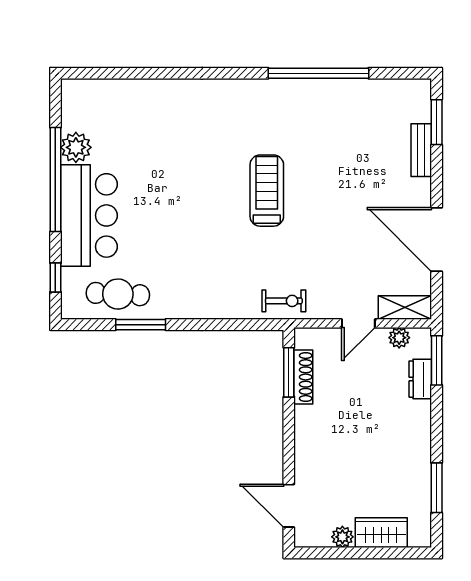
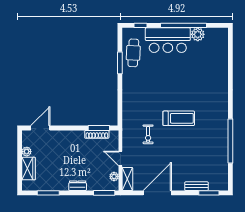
exercise bike: (284, 301) -> (148, 134), moved
dresser: (420, 379) -> (78, 186), moved

